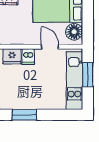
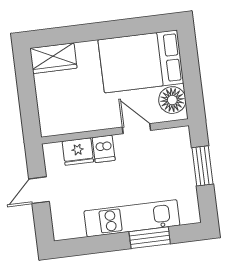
kitchen unit: (74, 81) -> (132, 218), moved, turned 90
window: (24, 115) -> (150, 238), moved

